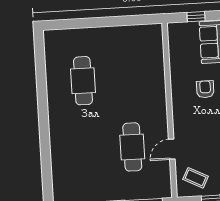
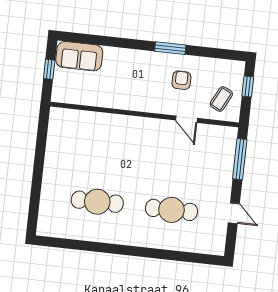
armchair: (205, 89) -> (181, 80), moved, turned 90
cafe table: (132, 147) -> (171, 210), moved

